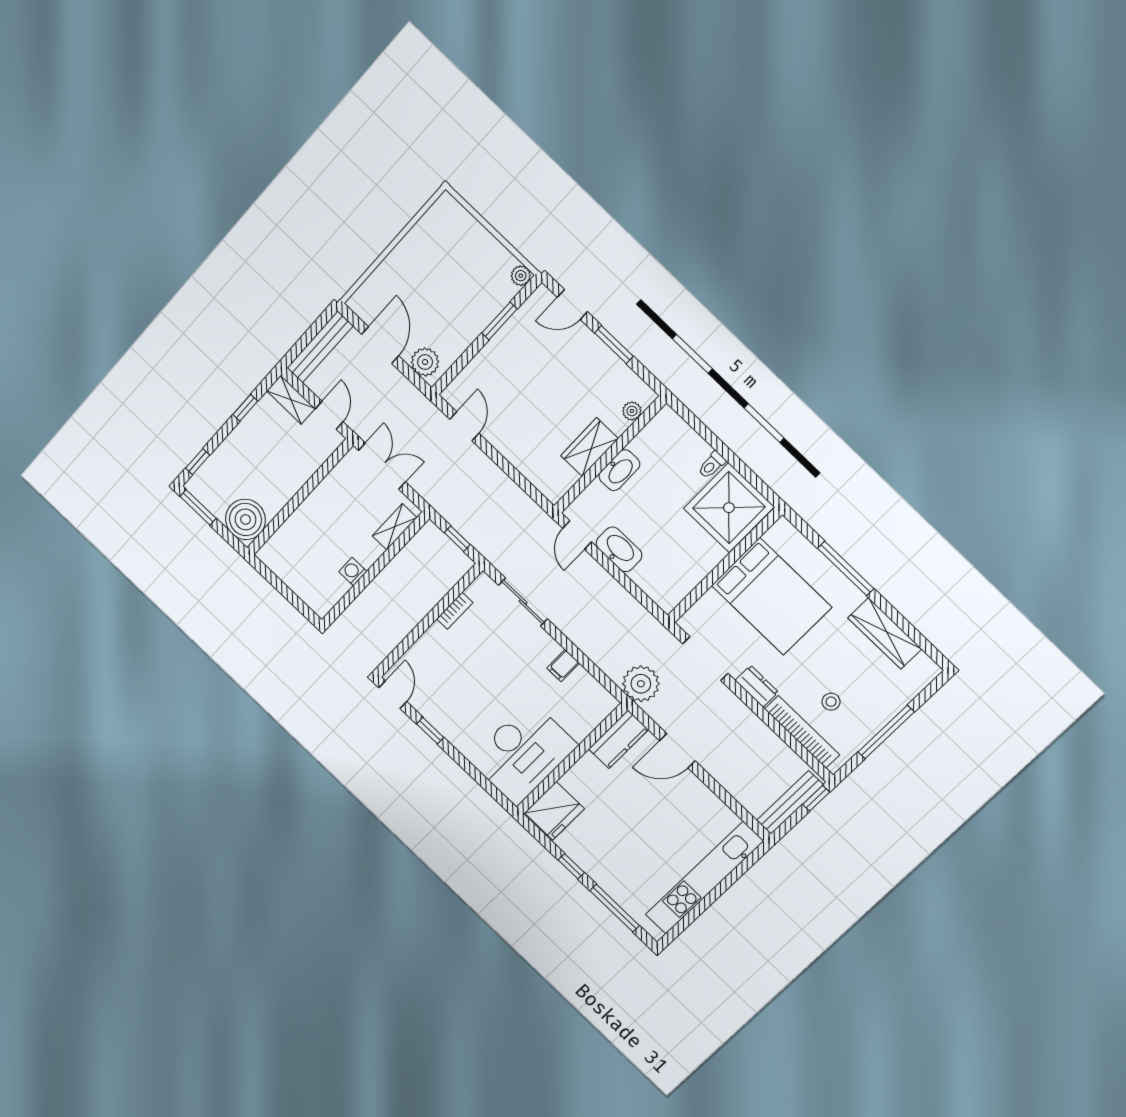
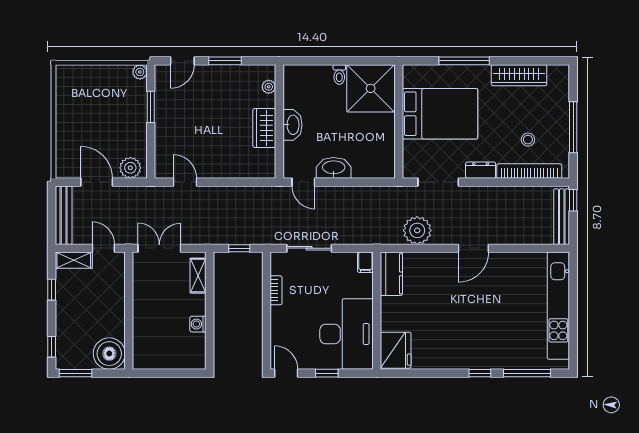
kitchen counter: (618, 739) -> (391, 274), moved
desk: (523, 753) -> (346, 334), moved
wall: (572, 759) -> (377, 311), moved
fridge: (554, 811) -> (396, 350), moved

